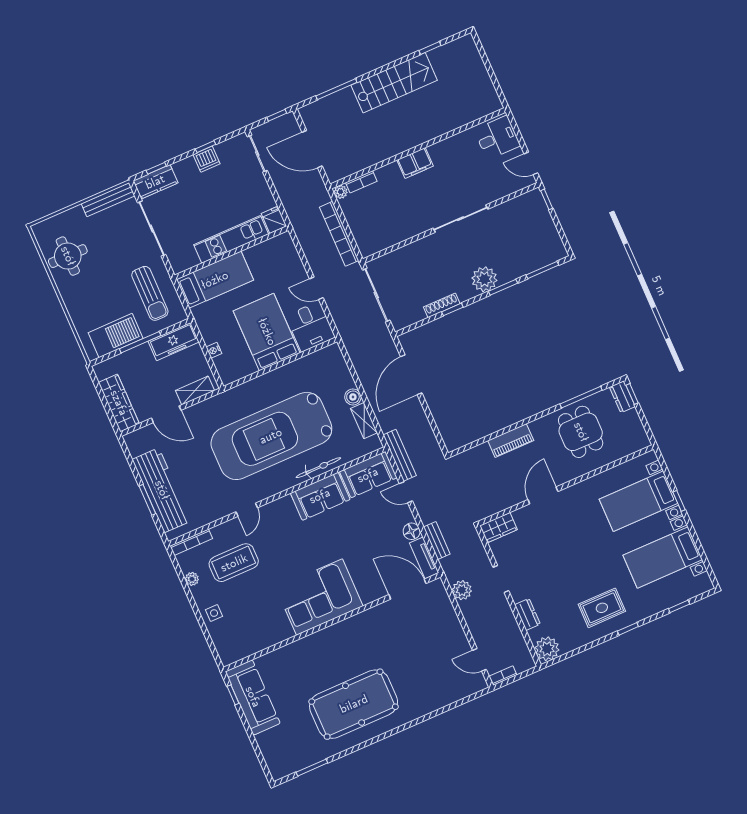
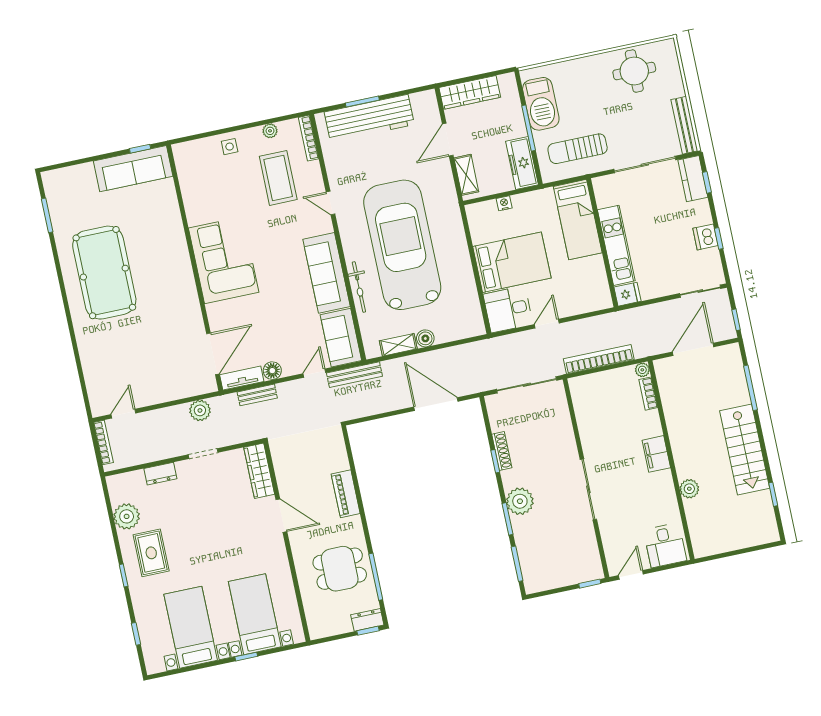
plant: (441, 126) -> (689, 489), added
sofa: (320, 496) -> (327, 273), width x1.36
wardrobe: (499, 528) -> (259, 471), width x1.50
plant: (547, 649) -> (127, 516), moved
bookcase: (503, 676) -> (103, 442), width x1.56

